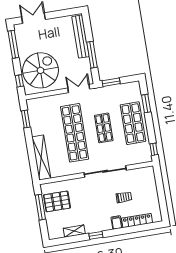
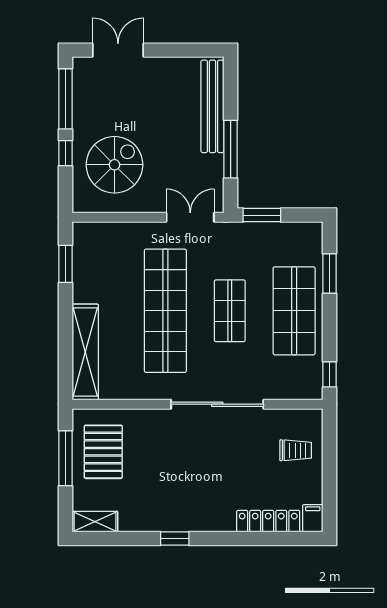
spiral stairs: (40, 70) -> (114, 165), width x0.73, depth x0.73
window: (19, 81) -> (66, 153), moved
trolley: (124, 197) -> (296, 450), moved
pallet: (57, 201) -> (103, 452), turned 90
filing cabinet: (117, 223) -> (313, 518), moved
shelving: (74, 231) -> (95, 522), moved

